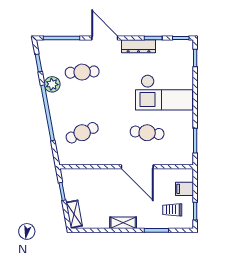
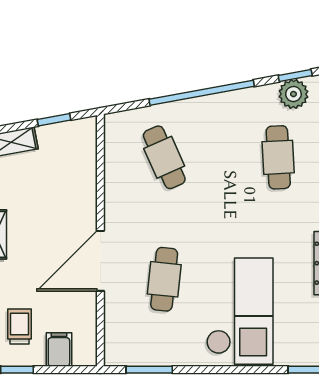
plant: (52, 84) -> (293, 94), moved
checkout: (164, 92) -> (240, 311), turned 180

